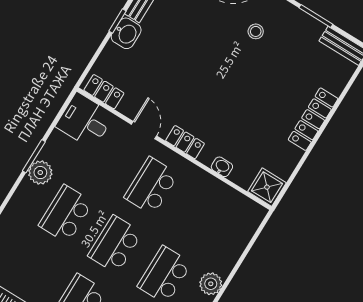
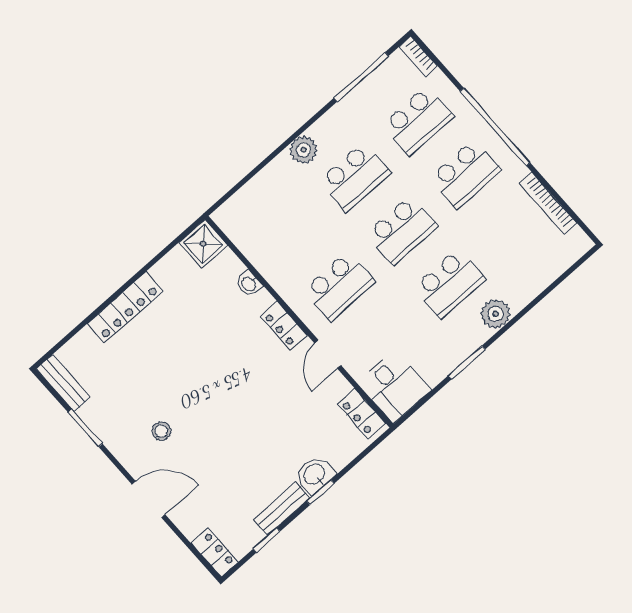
plant: (40, 173) -> (496, 314), moved

